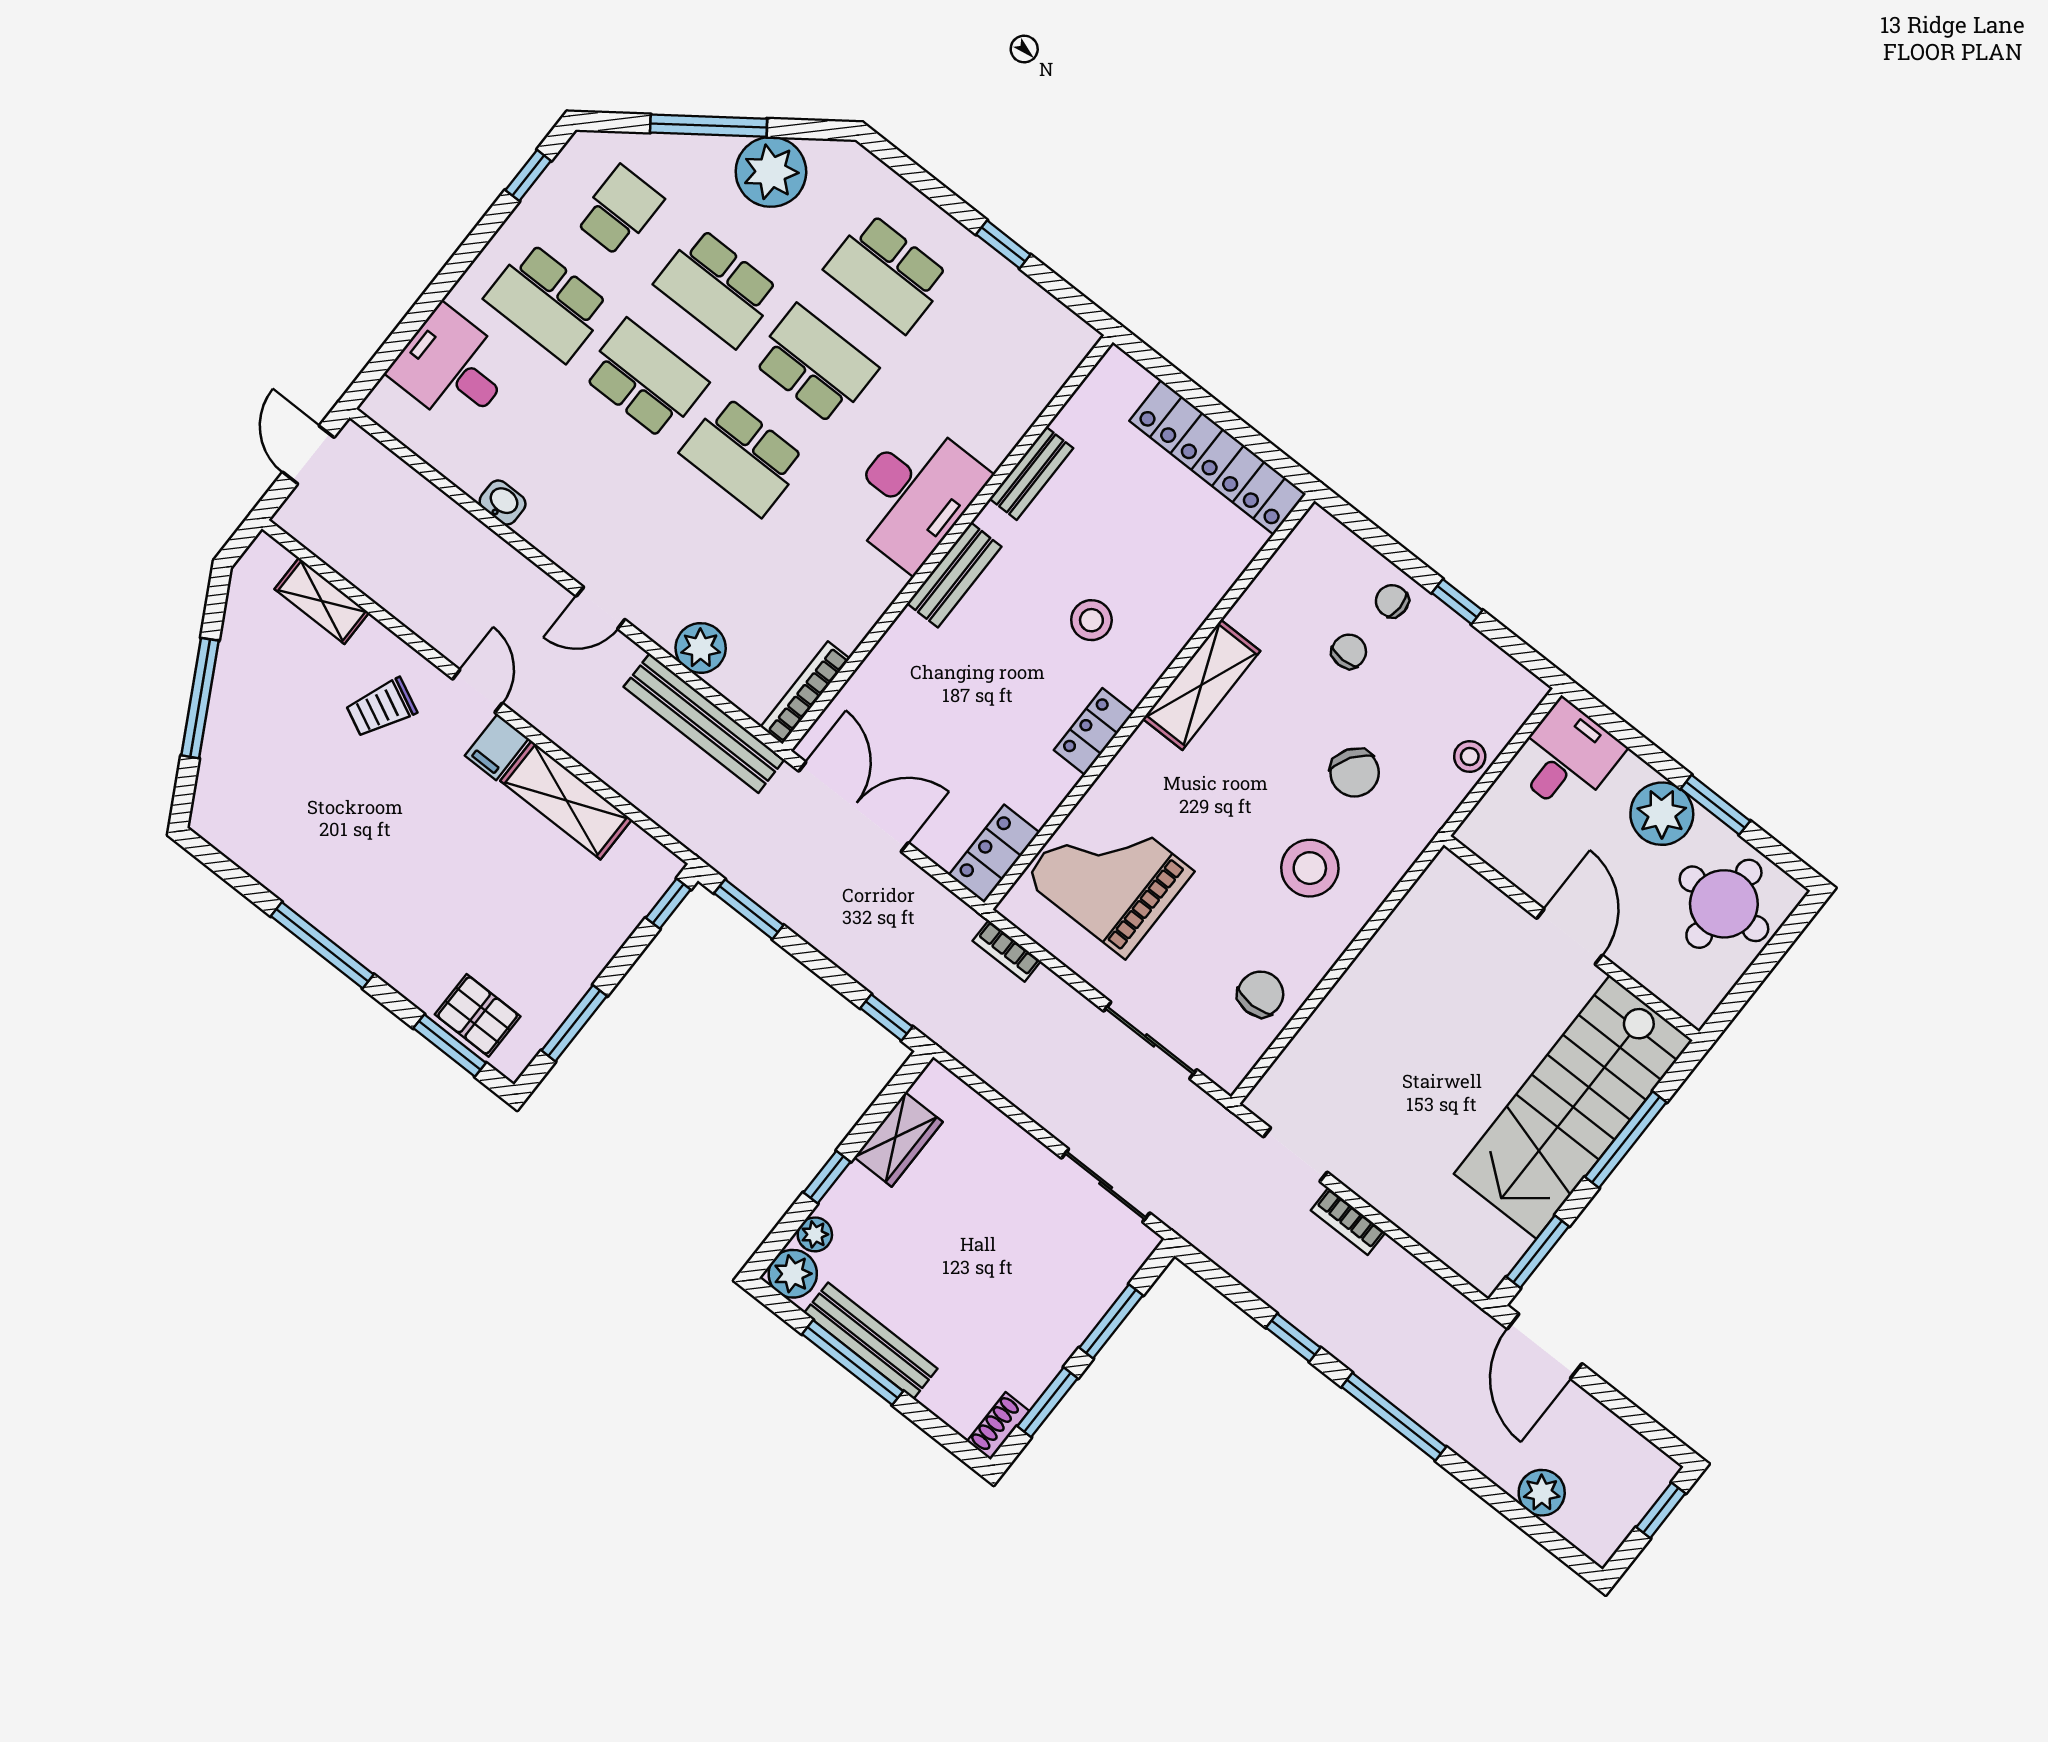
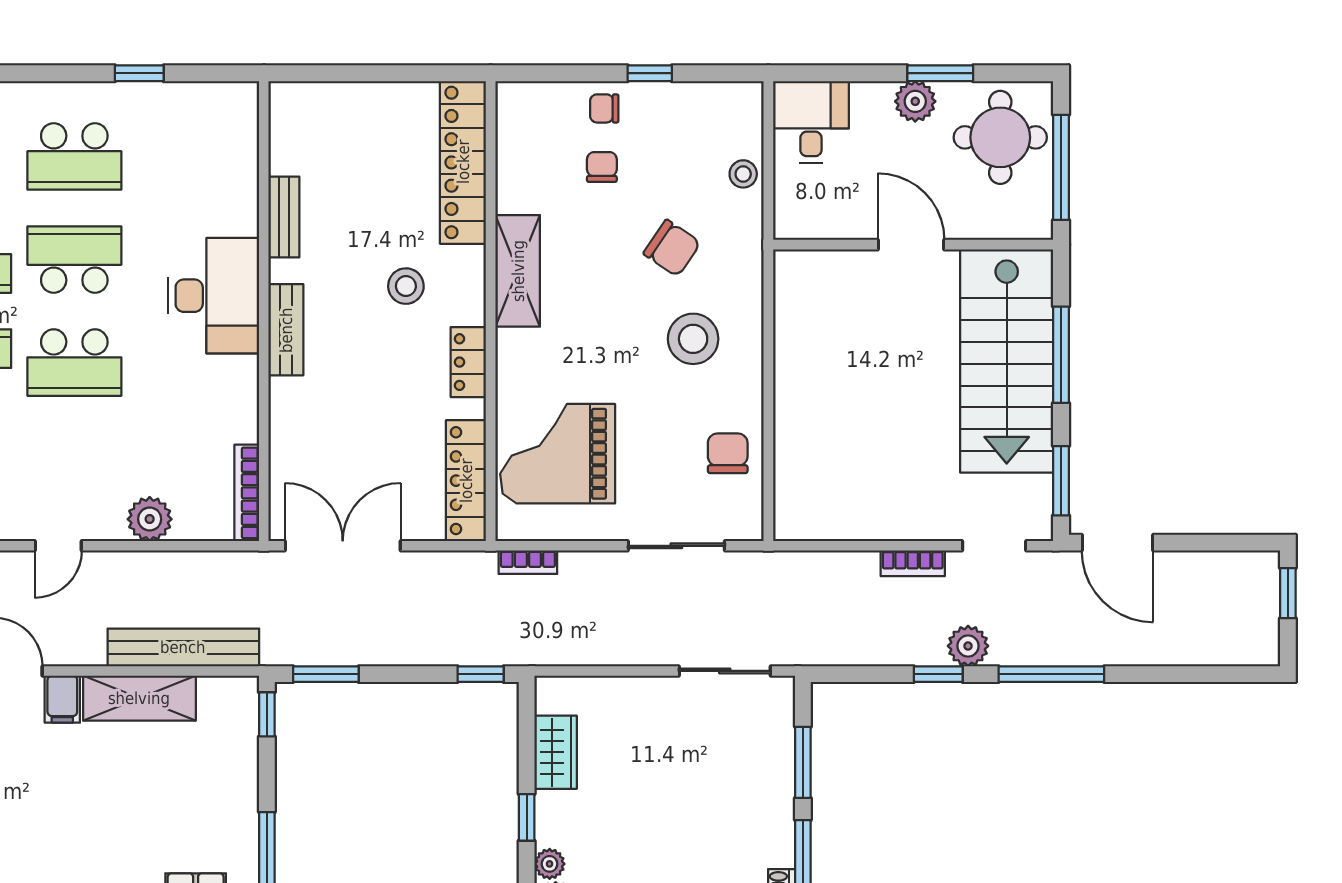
locker: (1218, 457) -> (463, 162), moved, turned 90
bench: (704, 723) -> (183, 647), moved
plant: (1662, 814) -> (915, 101), width x0.73, depth x0.73
locker: (994, 854) -> (466, 481), width x1.53
window: (1757, 973) -> (1061, 167), added
doorway: (1295, 1155) -> (994, 546), moved
plant: (1542, 1493) -> (968, 646), moved

